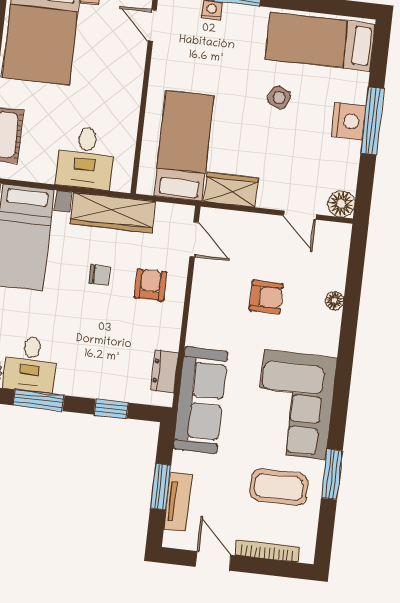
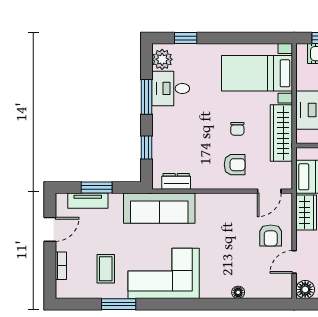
armchair: (266, 297) -> (271, 235), moved
coffee table: (279, 487) -> (106, 269), width x0.73, depth x0.77
bookcase: (267, 551) -> (61, 266), width x0.64

